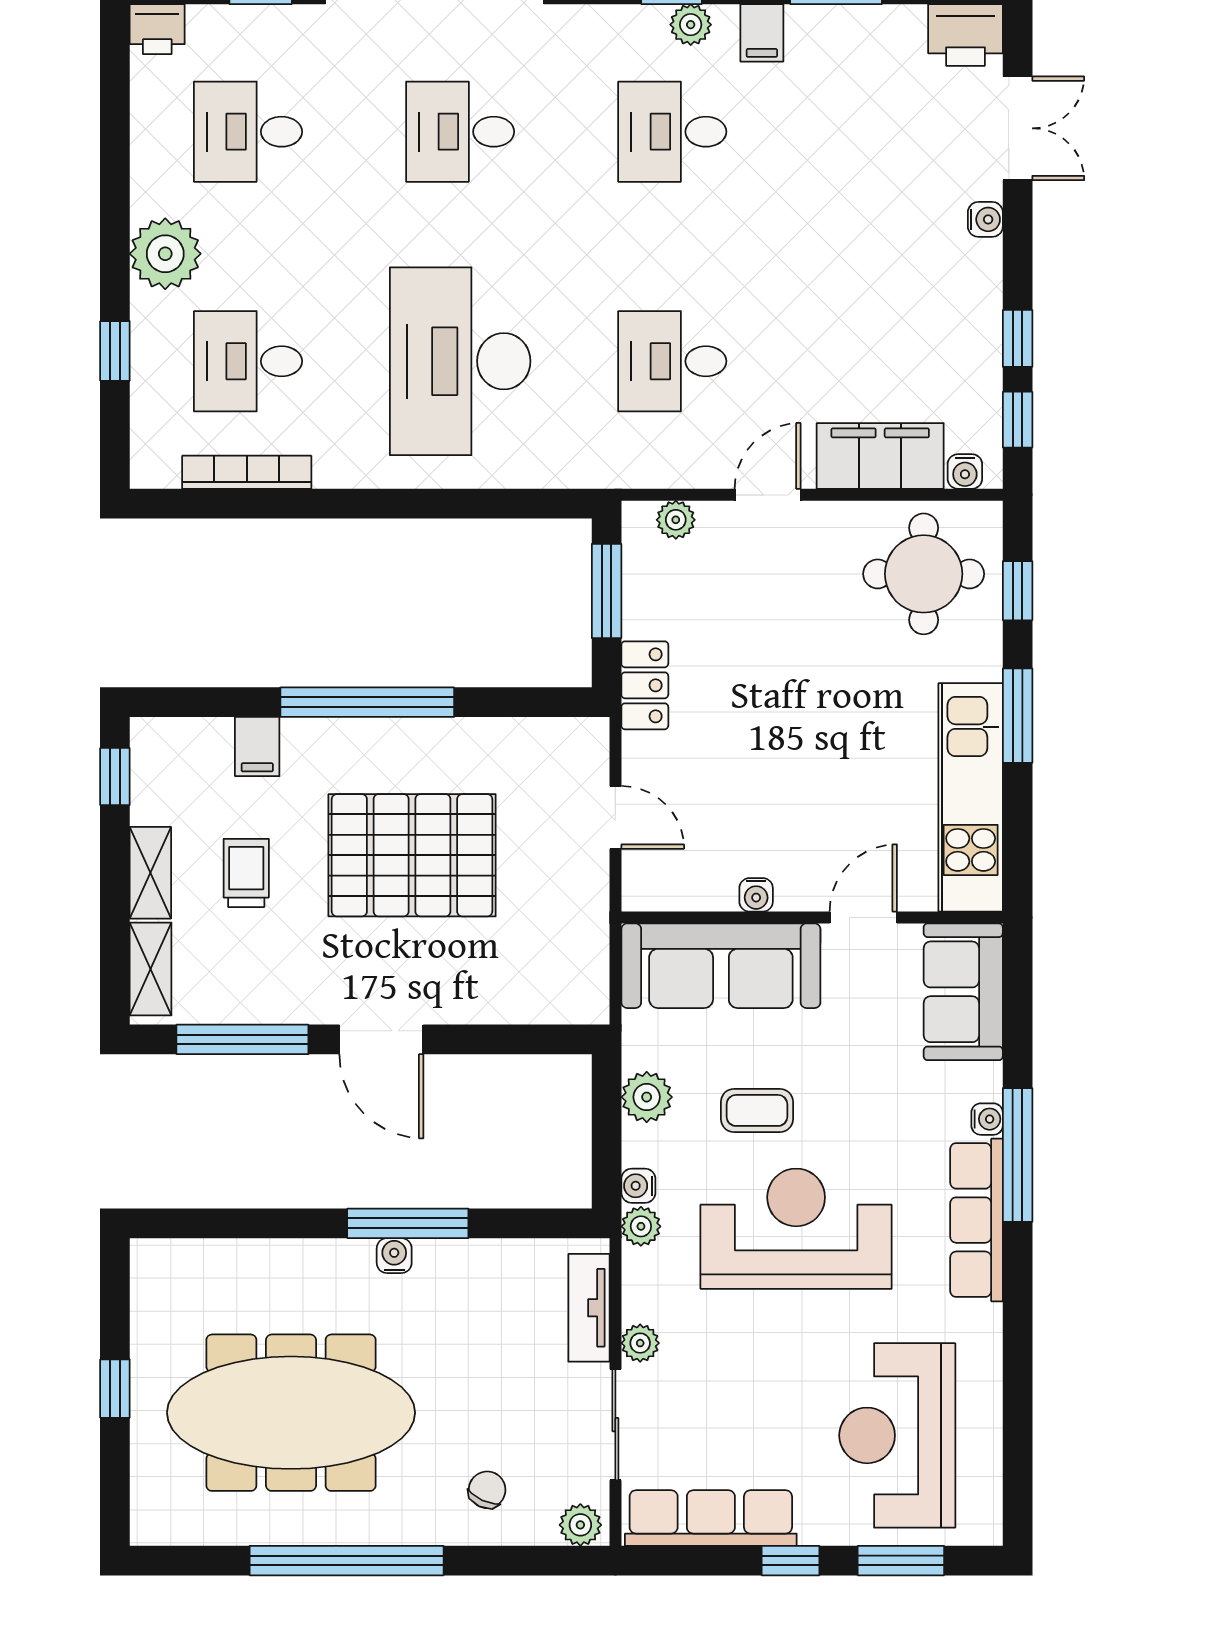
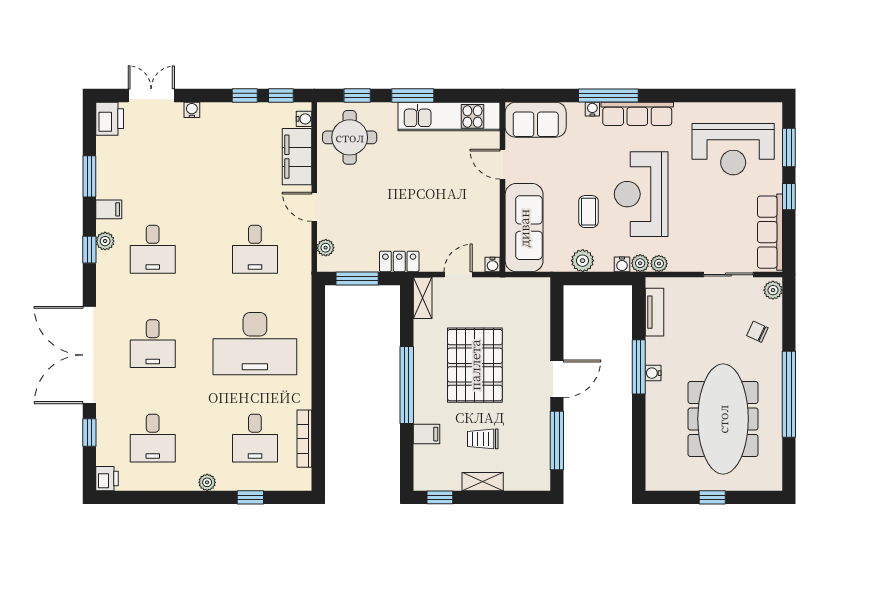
plant: (165, 254) -> (207, 482), width x0.53, depth x0.53
water cooler: (756, 895) -> (493, 264), moved, turned 90
shelving: (151, 969) -> (423, 298), moved, turned 90
tv unit: (589, 1308) -> (654, 312), moved, turned -90
plant: (640, 1343) -> (659, 264), moved

